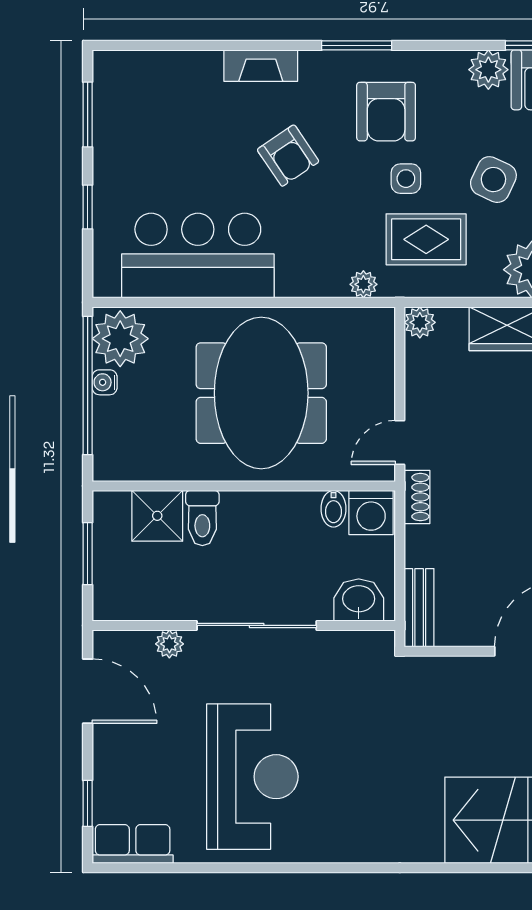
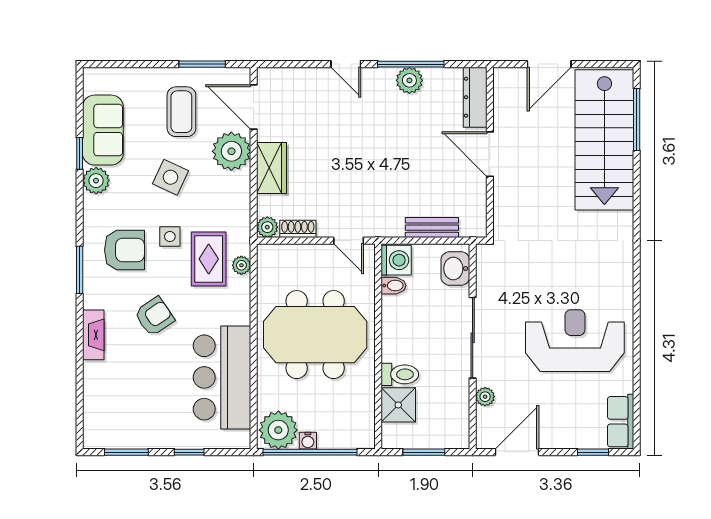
rug: (426, 239) -> (209, 259), moved
shoe rack: (417, 497) -> (298, 229), moved
bench: (419, 608) -> (432, 228), moved

